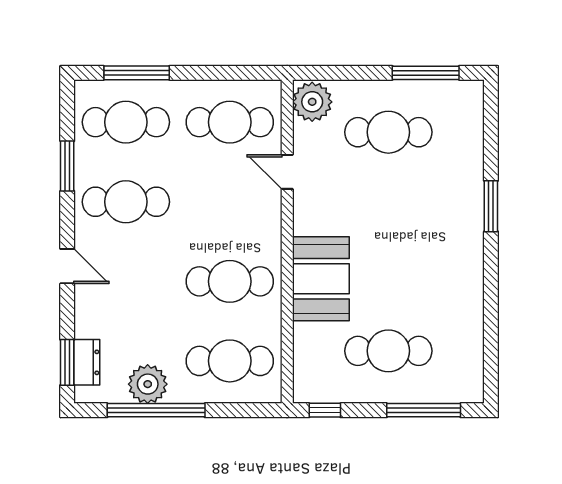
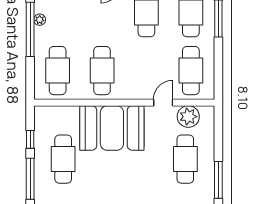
plant: (312, 102) -> (188, 117), moved
booth: (321, 279) -> (112, 128), width x1.36, depth x1.42
plant: (148, 384) -> (40, 20), width x0.53, depth x0.53
window: (325, 410) -> (30, 139), moved

